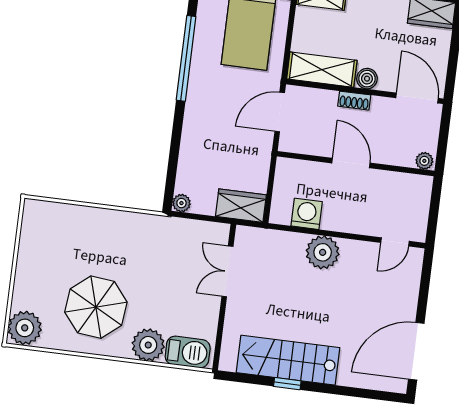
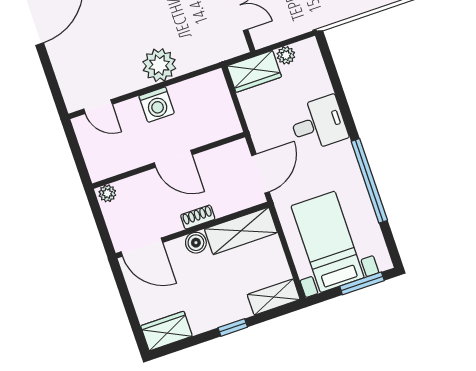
desk: (207, 132) -> (318, 123), added
plant: (181, 203) -> (286, 55), moved
washing machine: (307, 214) -> (157, 105), moved
door: (395, 242) -> (98, 107), swing flipped

